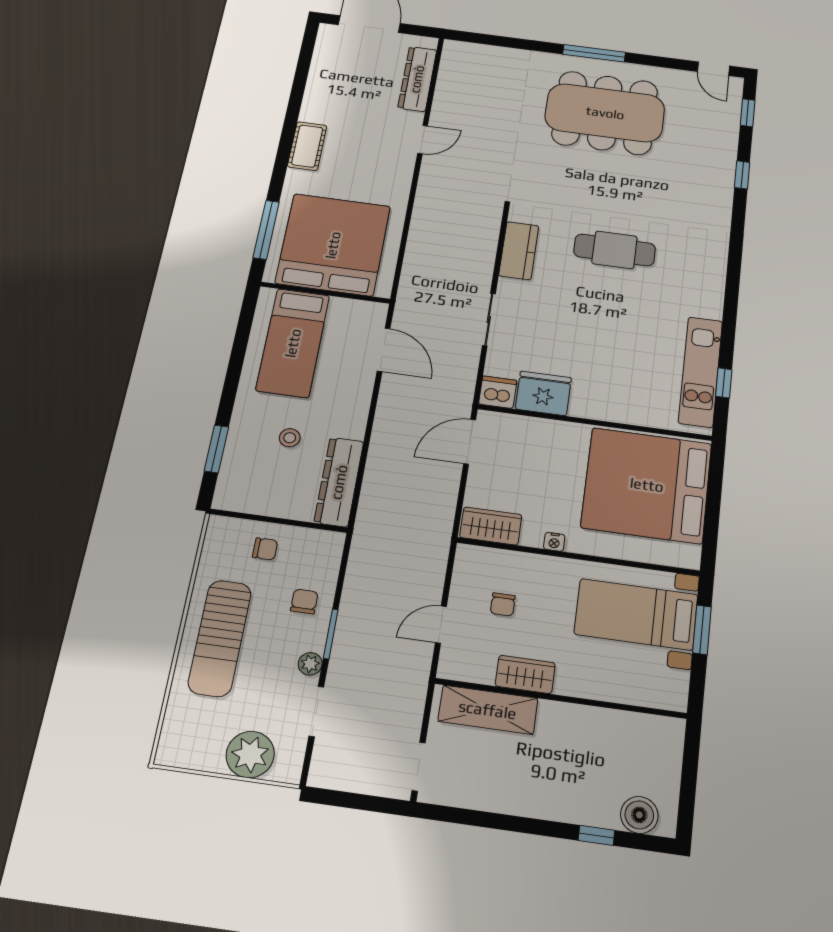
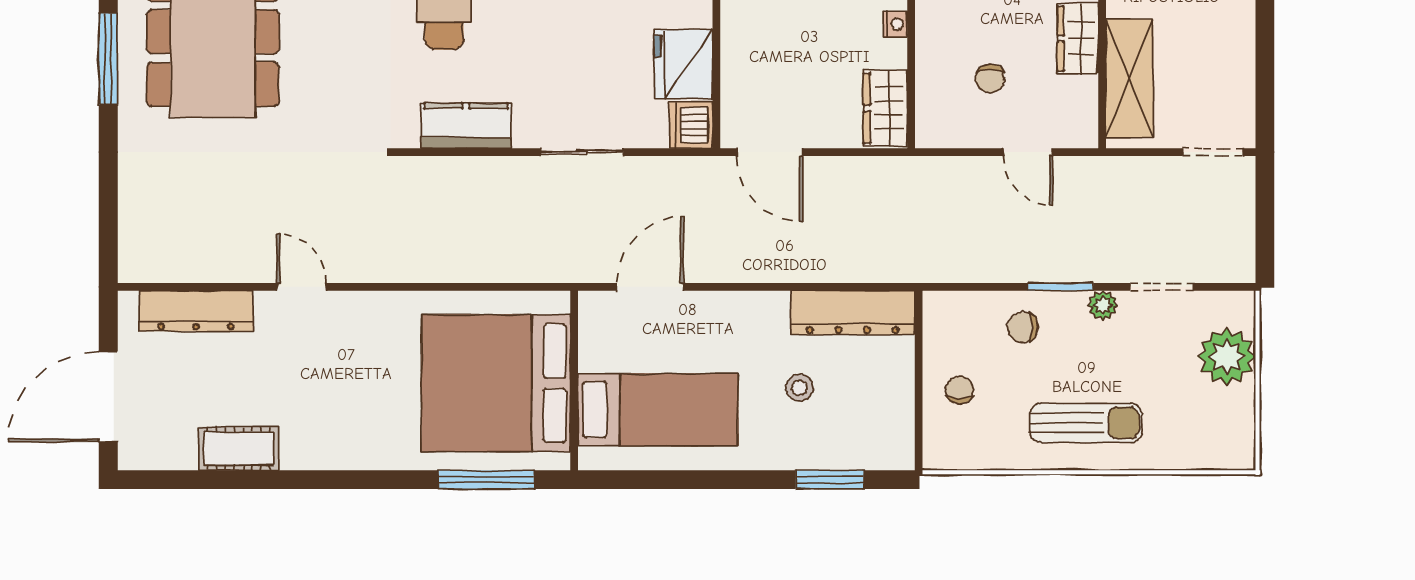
cot: (307, 146) -> (239, 449), moved
chair: (503, 604) -> (990, 78), turned 90
sun lounger: (220, 638) -> (1086, 423), width x0.73, depth x0.75

